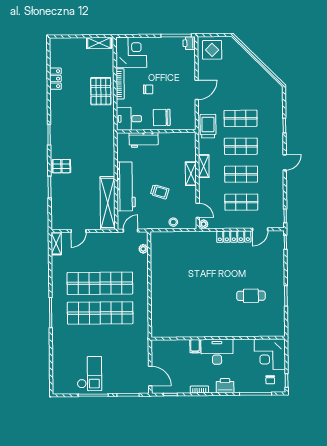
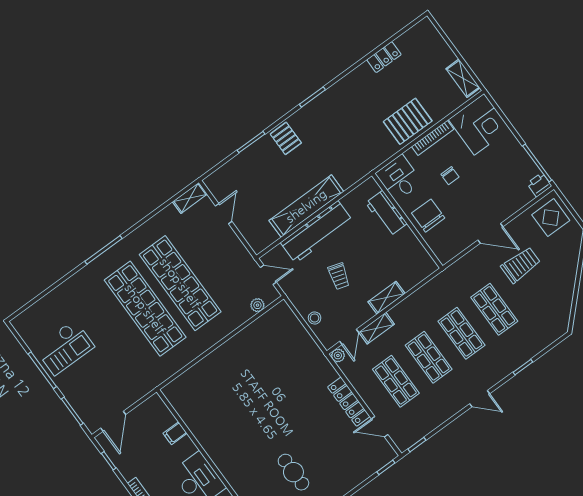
trolley: (208, 126) -> (521, 265), moved
shelving: (204, 166) -> (377, 328), moved
shelving: (108, 203) -> (306, 206), moved
door: (79, 231) -> (224, 214), swing flipped
filing cabinet: (195, 346) -> (175, 433), moved

